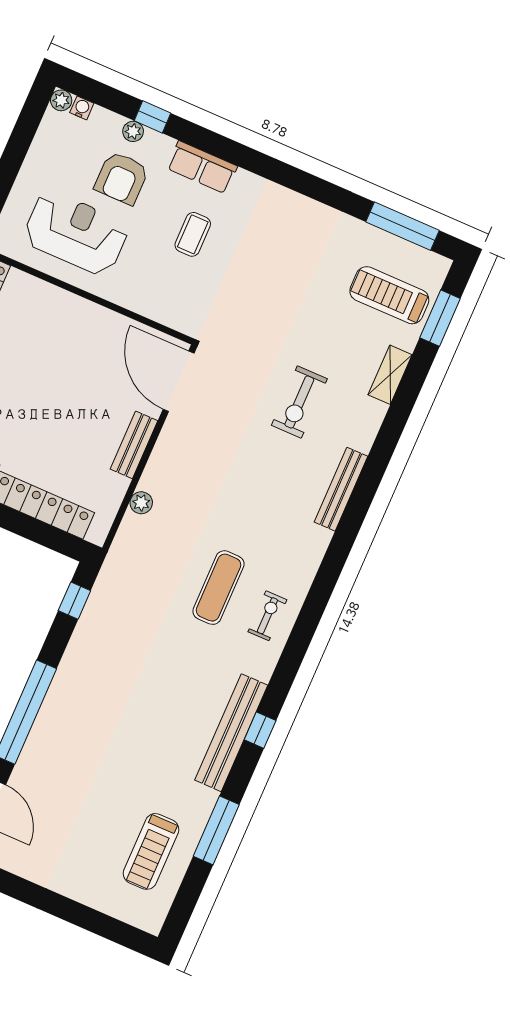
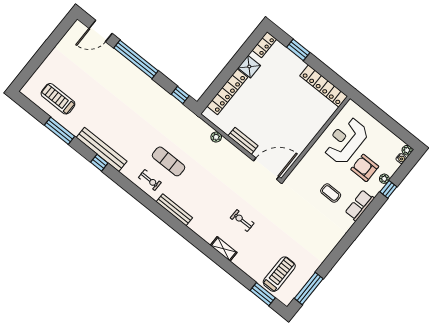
reception desk: (76, 233) -> (346, 141), turned 180
shelving: (390, 375) -> (224, 249), moved
exercise bike: (299, 402) -> (242, 221), width x0.73, depth x0.72
bench: (341, 489) -> (174, 210), moved

